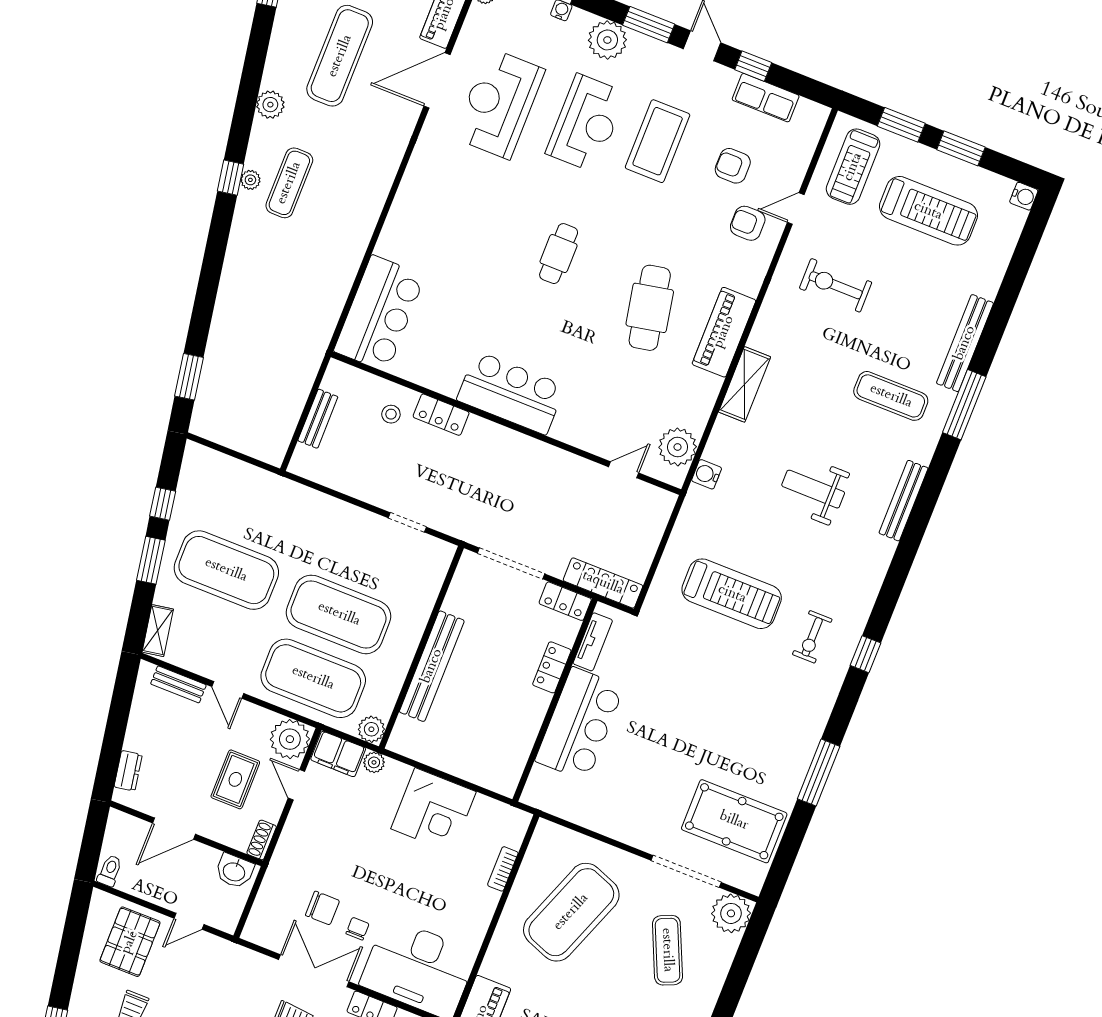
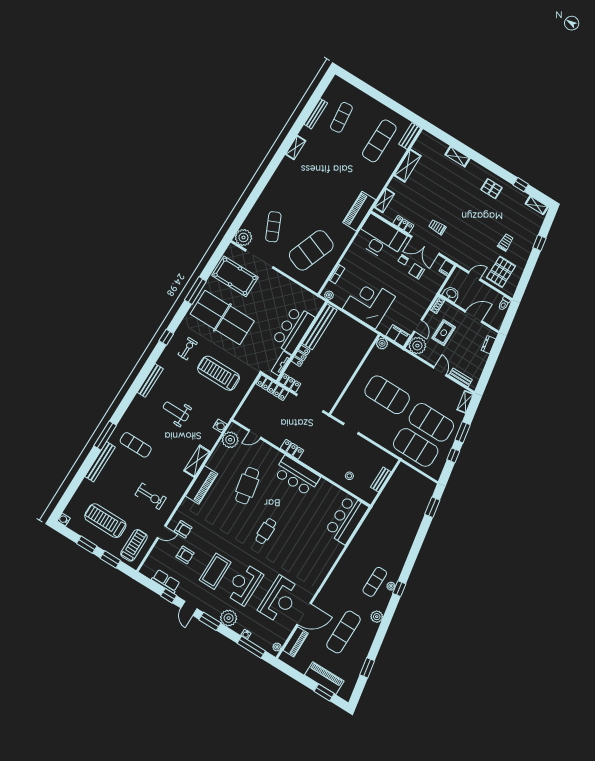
cafe table: (650, 308) -> (247, 486), moved
locker: (441, 415) -> (292, 449), moved
weight bench: (813, 489) -> (176, 411), turned 180
bench: (904, 501) -> (150, 380), moved
bench: (432, 666) -> (320, 327), moved
exercise mat: (313, 678) -> (416, 447), moved
table tennis table: (746, 722) -> (222, 317), added
plant: (374, 762) -> (329, 295), moved
corner desk: (434, 810) -> (369, 303), width x1.36, depth x1.36
filing cabinet: (255, 928) -> (447, 268), added

